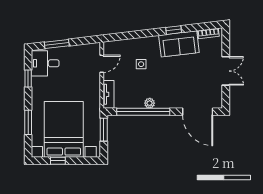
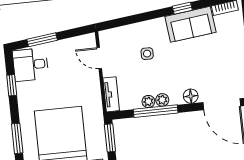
door: (102, 64) -> (99, 58), swing flipped
floor lamp: (173, 102) -> (191, 96), added
plant: (138, 103) -> (148, 101), added
window: (143, 112) -> (156, 111), width x0.68

